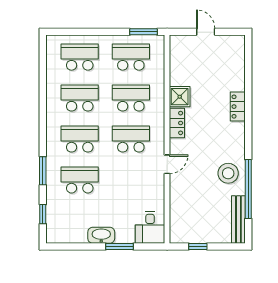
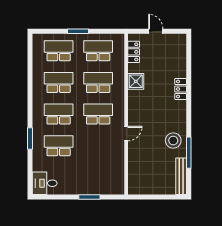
window: (143, 32) -> (78, 31), moved
locker: (177, 123) -> (134, 52), moved
window: (248, 189) -> (189, 153), width x0.68
window: (43, 214) -> (30, 172), removed
desk: (150, 228) -> (45, 183), moved, turned 90
washbasin: (101, 235) -> (75, 188), removed
window: (198, 246) -> (150, 197), removed

